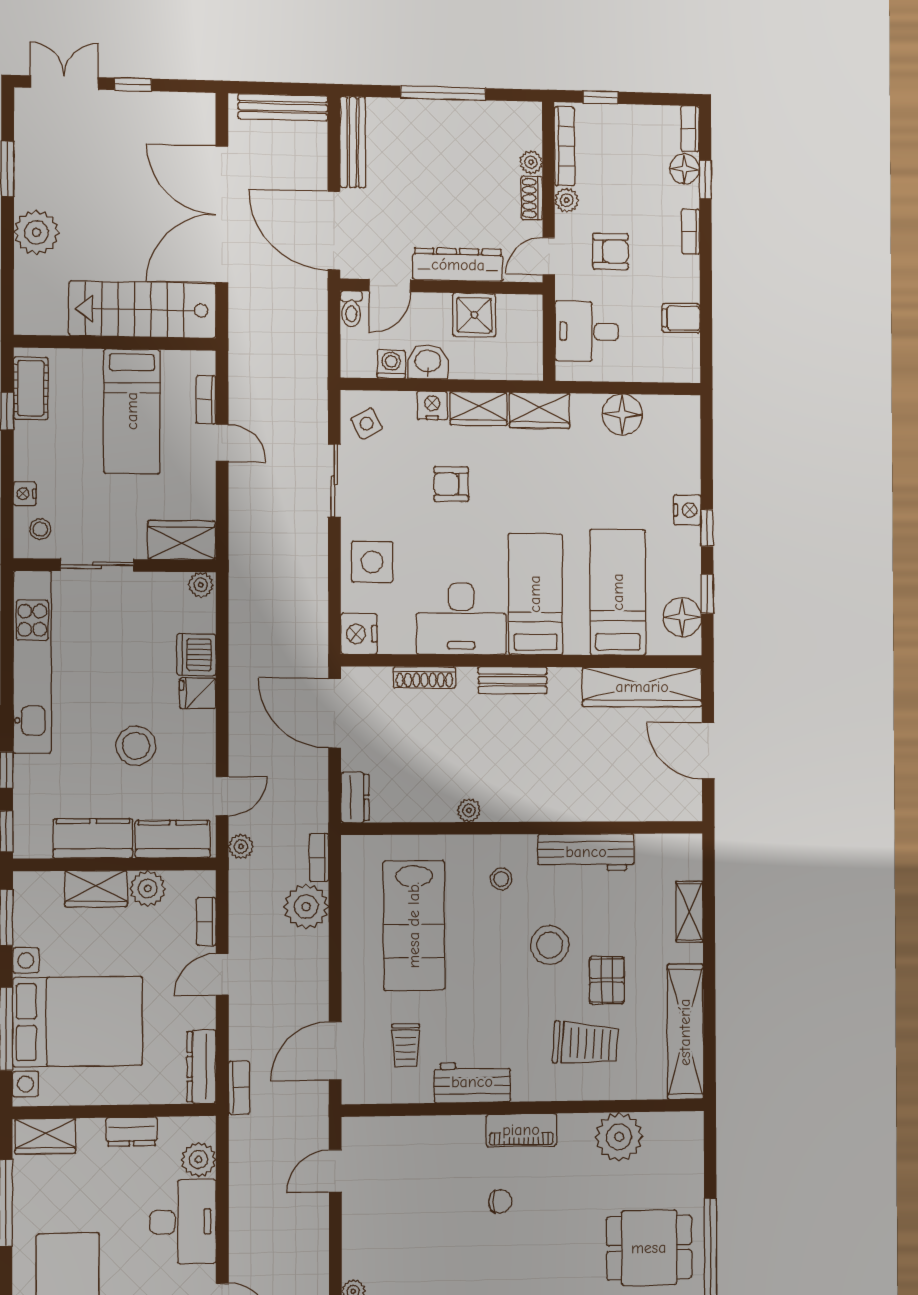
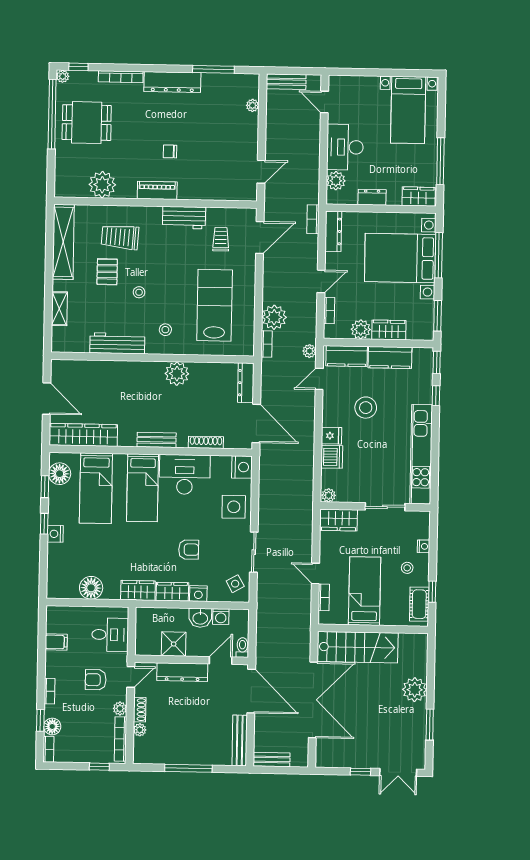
bench: (283, 107) -> (272, 760), width x0.73
stool: (40, 529) -> (407, 568), moved
dresser: (355, 797) -> (246, 383), width x1.44
plant: (469, 810) -> (177, 374), width x1.87, depth x1.87
stool: (550, 945) -> (139, 292), width x0.53, depth x0.53

